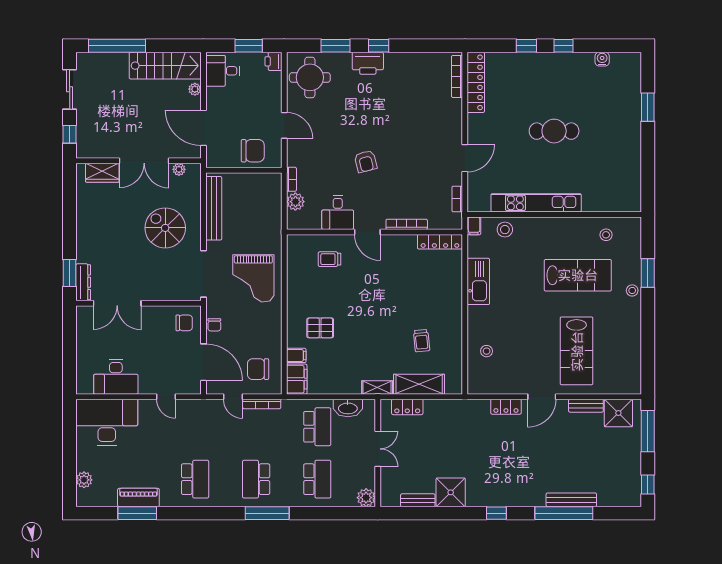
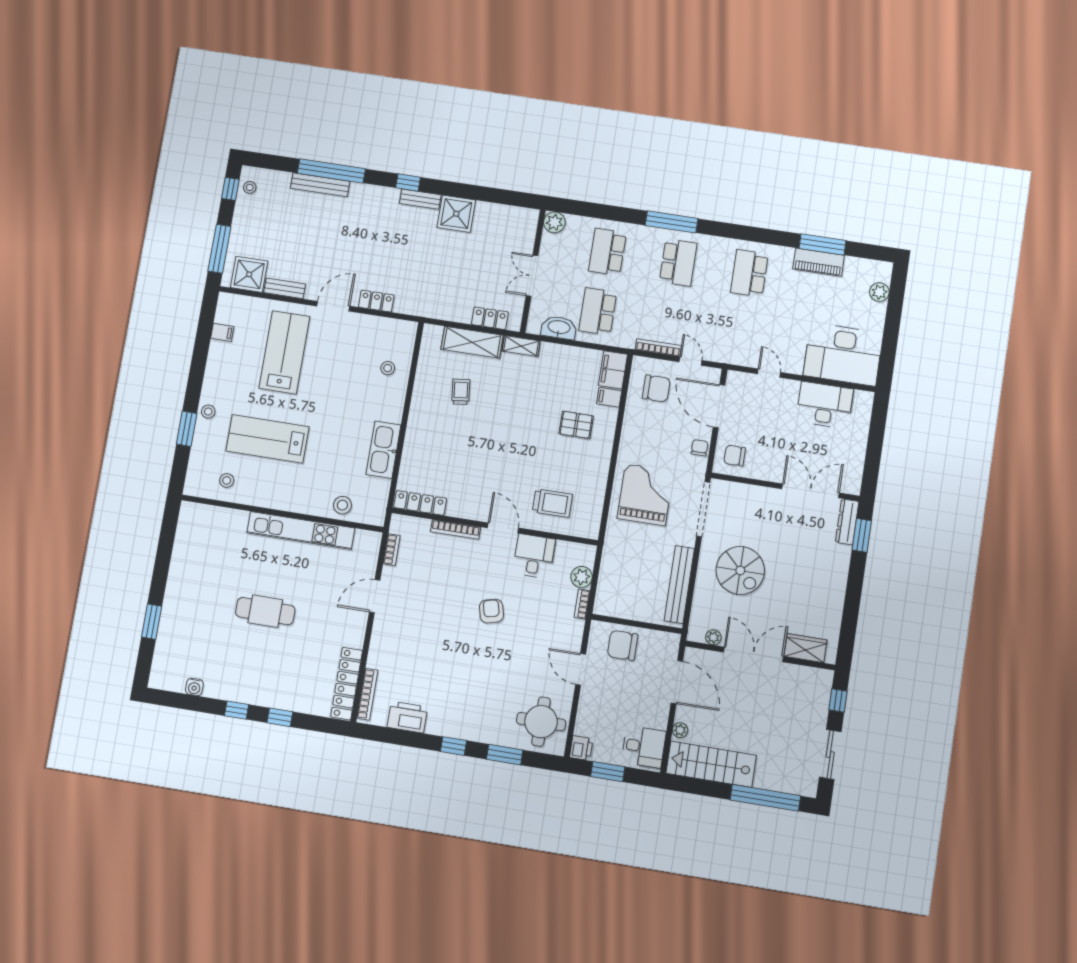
printer: (368, 63) -> (407, 717), moved
filing cabinet: (474, 226) -> (222, 332), moved, turned 90
trolley: (329, 259) -> (552, 503), width x1.36, depth x1.39
stool: (631, 488) -> (250, 187), added
bench: (418, 500) -> (420, 199), moved

